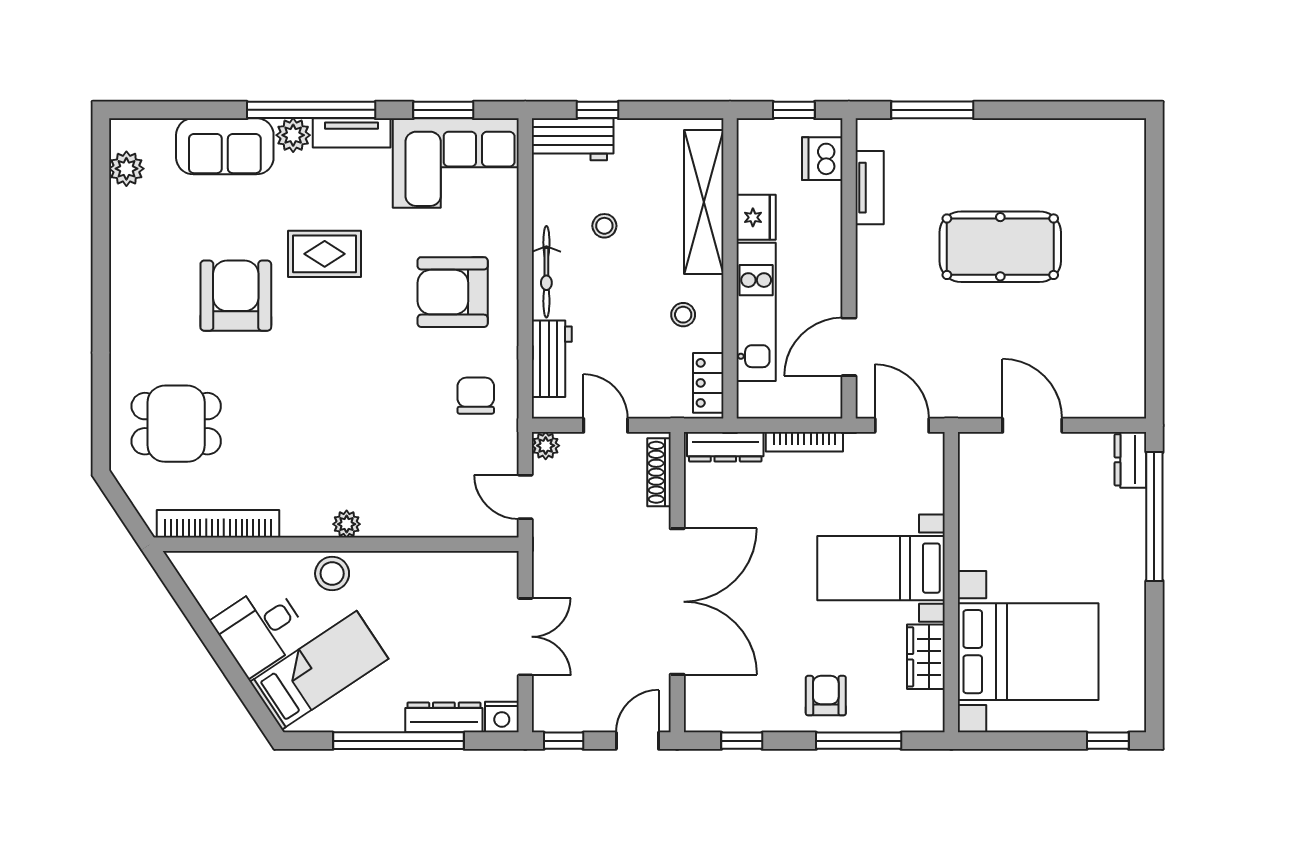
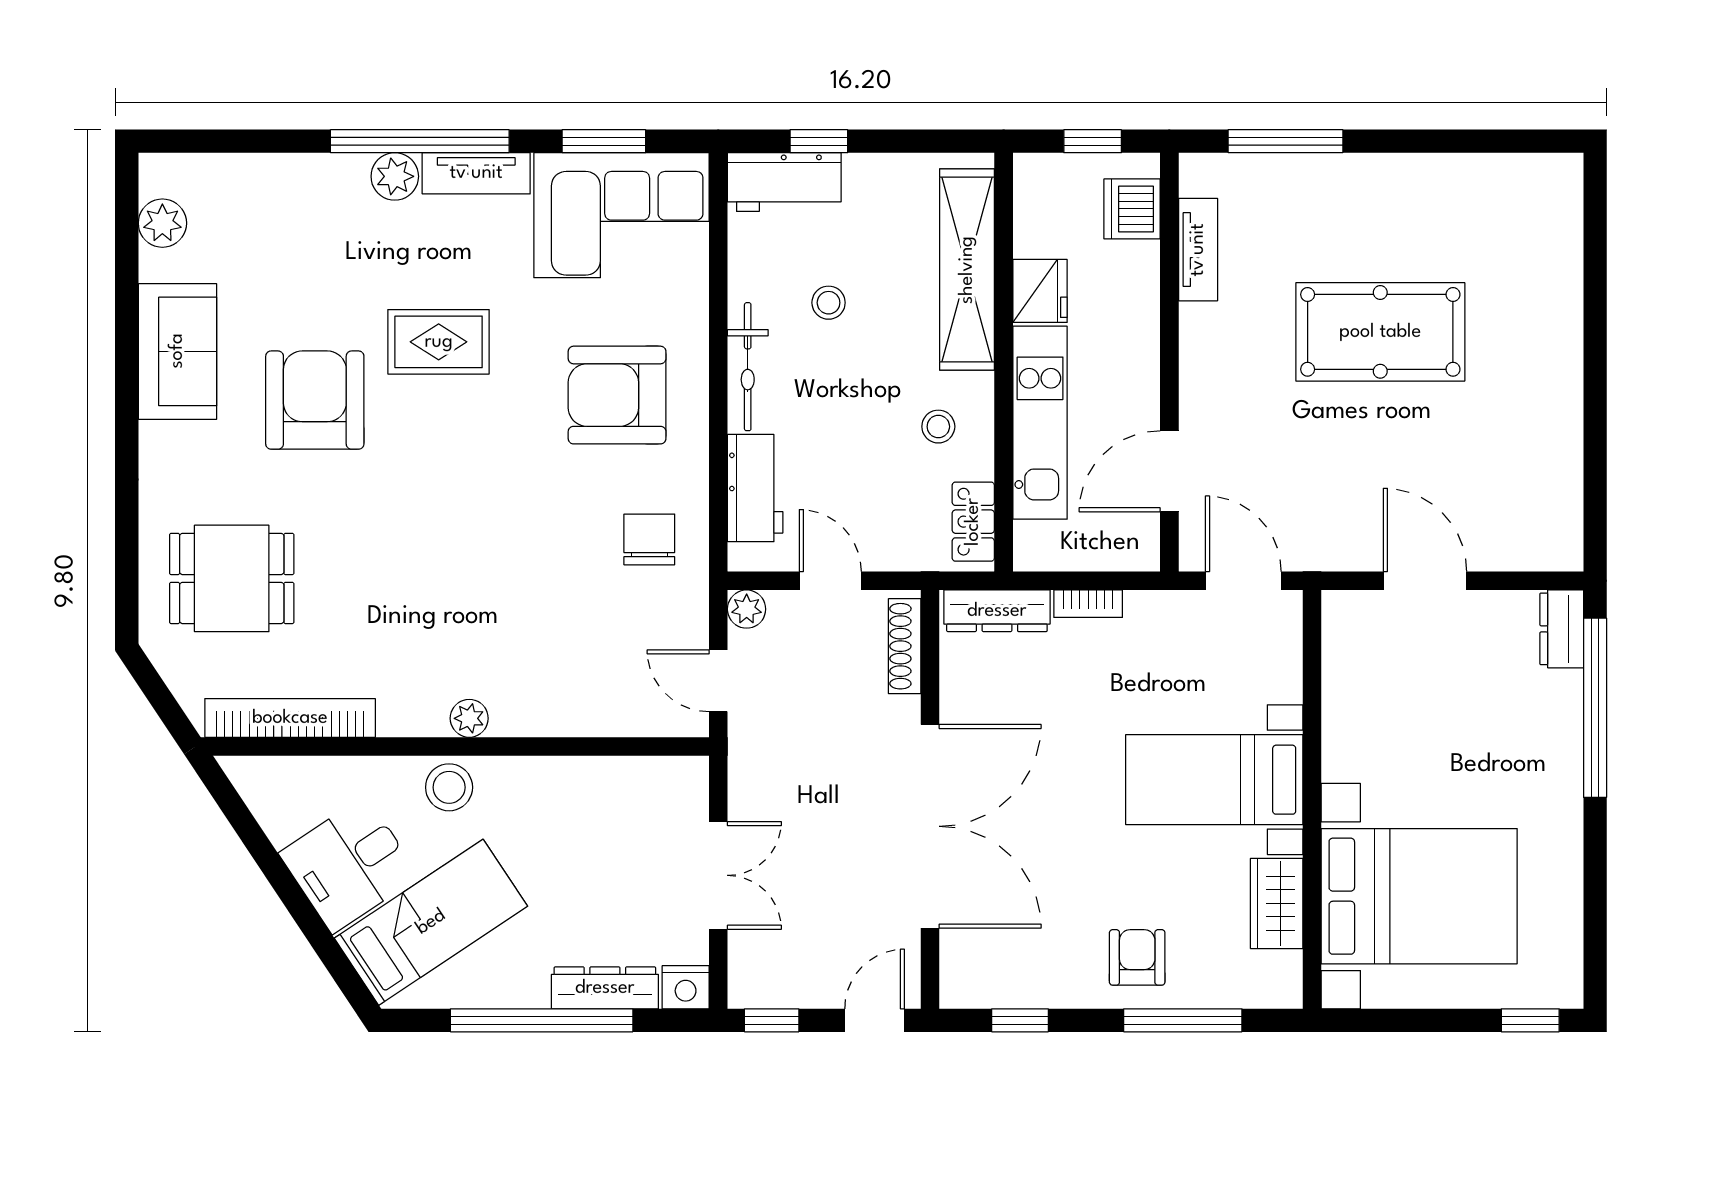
sofa: (225, 146) -> (177, 351), moved, turned -90
bookcase: (804, 442) -> (1088, 604), width x0.64

